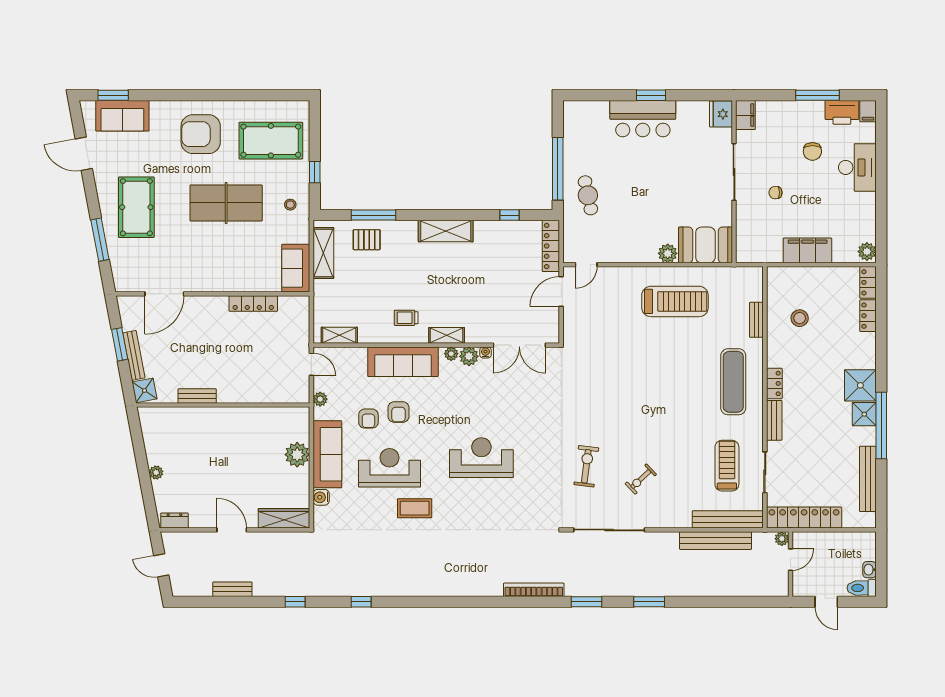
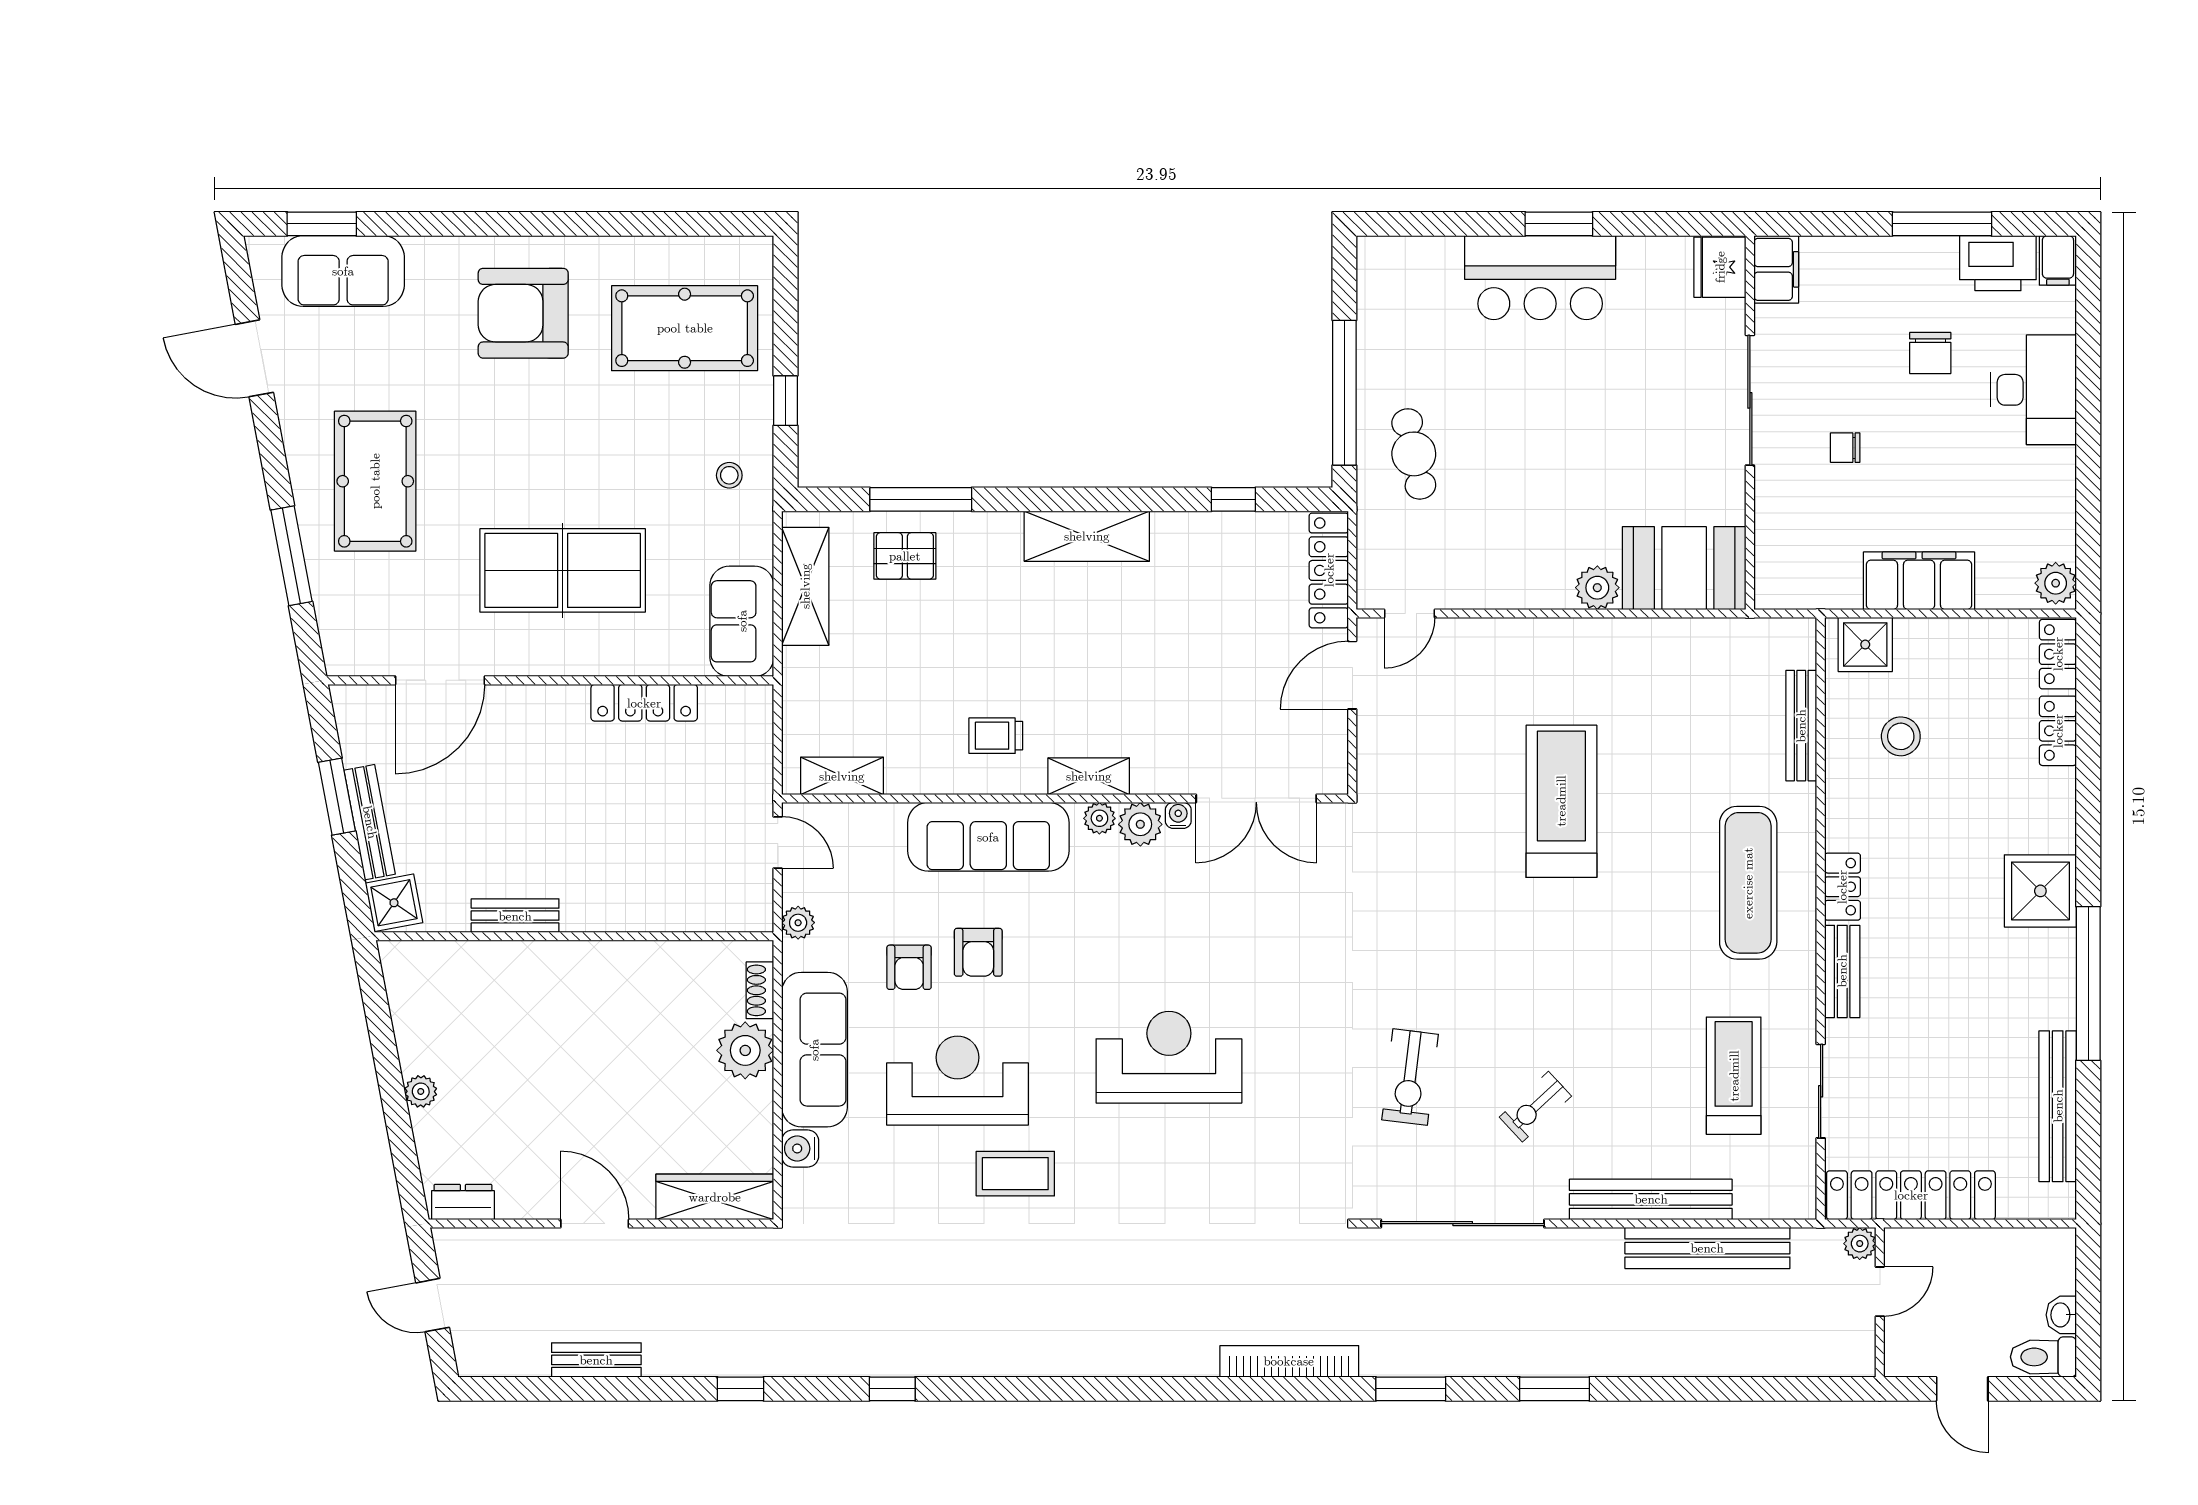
table tennis table: (226, 203) -> (563, 570), moved
treadmill: (675, 301) -> (1561, 801), moved, turned -90
bench: (756, 320) -> (1801, 726), width x1.36
shower: (864, 414) -> (1865, 645), moved
shoe rack: (304, 429) -> (760, 990), added
exercise bike: (586, 466) -> (1410, 1077), turned 180
bench: (728, 519) -> (1651, 1199), moved

